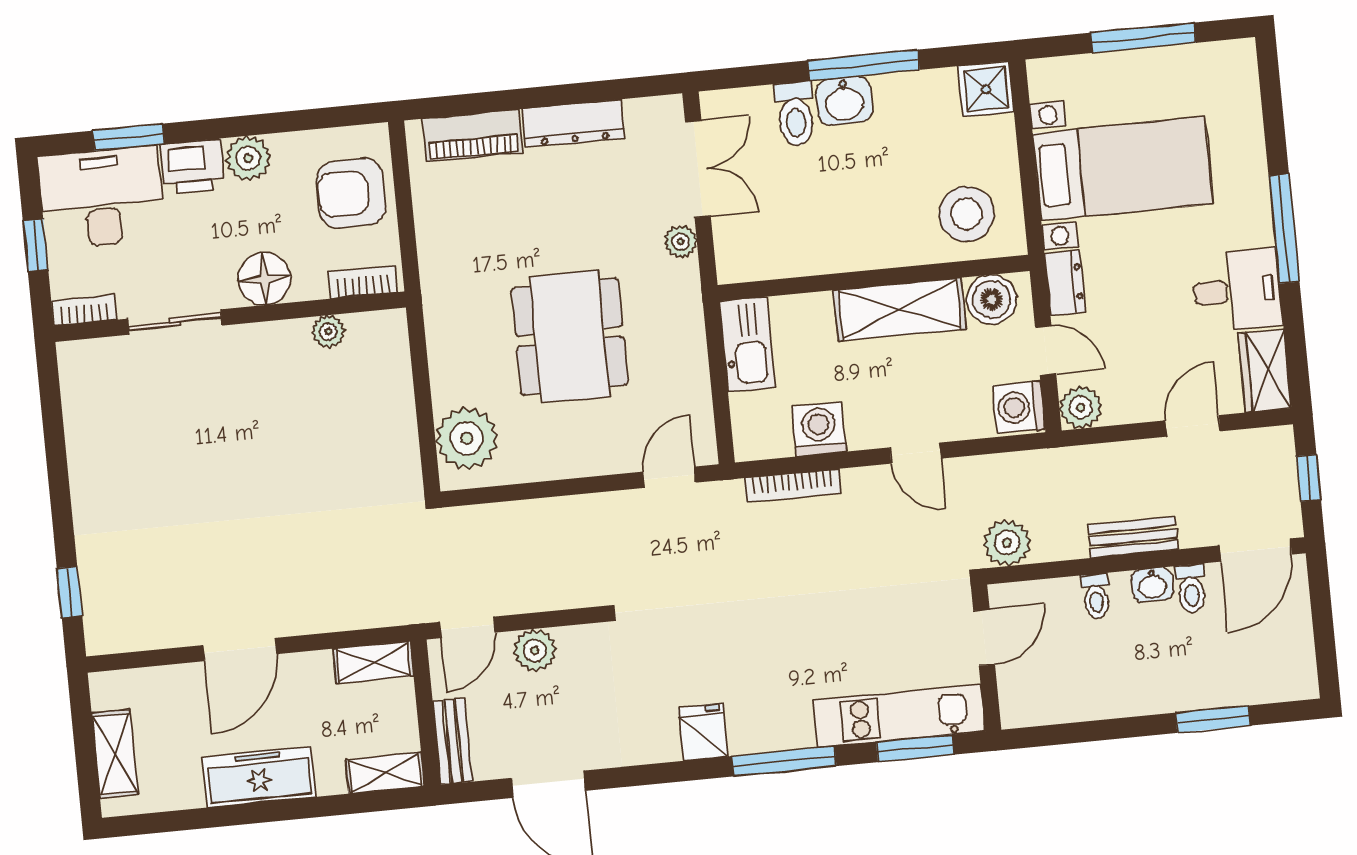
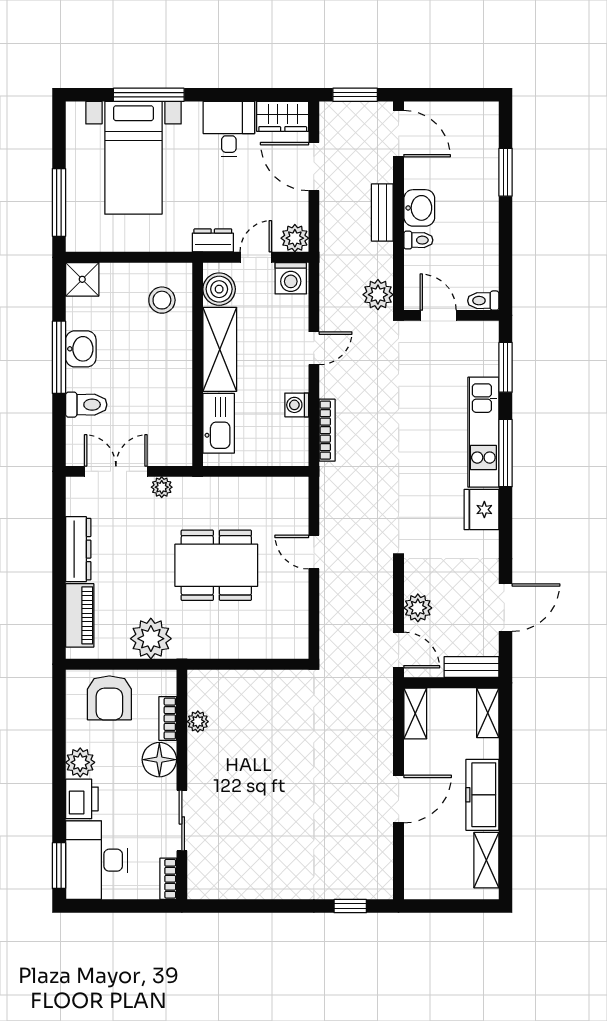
window: (1143, 38) -> (59, 202), moved
washbasin: (844, 101) -> (81, 349), moved
window: (129, 137) -> (59, 866), moved
bed with nightstands: (1123, 169) -> (133, 158), moved, turned 180
stool: (966, 214) -> (162, 300), width x0.73, depth x0.73
window: (1284, 229) -> (149, 95), moved
window: (35, 245) -> (123, 906), removed
bookcase: (363, 282) -> (168, 718), moved
kitchen sink: (747, 344) -> (219, 423), moved, turned 90
door: (1193, 426) -> (314, 167), width x1.38
washing machine: (819, 429) -> (297, 405), width x0.73, depth x0.73
plant: (467, 438) -> (151, 639), moved
door: (669, 477) -> (314, 552), moved
window: (1309, 478) -> (355, 95), width x1.50
washbasin: (1152, 585) -> (419, 208), width x1.38, depth x1.45
toilet: (1191, 589) -> (483, 301), moved, turned 180
door: (240, 650) -> (399, 799), hinge flipped
kitchen unit: (899, 716) -> (483, 432), moved
fridge: (703, 732) -> (482, 510), width x1.38
shelving: (115, 754) -> (486, 860), moved, turned 90

